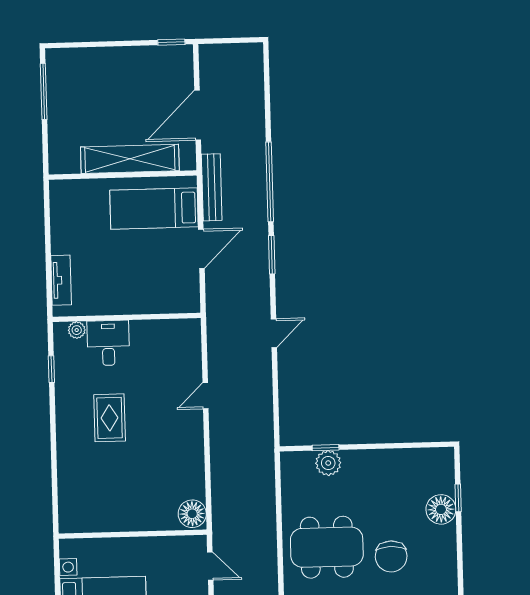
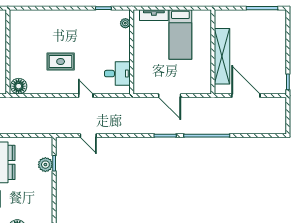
bench: (212, 187) -> (205, 102), removed
bed: (154, 209) -> (180, 35), moved, turned 180
door: (274, 333) -> (88, 136), moved
desk: (108, 343) -> (117, 74), moved
rug: (110, 418) -> (61, 61), moved

